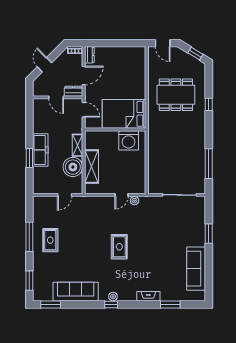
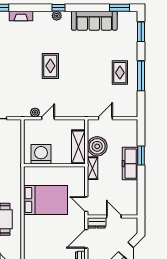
wall: (115, 130) -> (54, 165), moved
washing machine: (129, 140) -> (41, 154), moved

